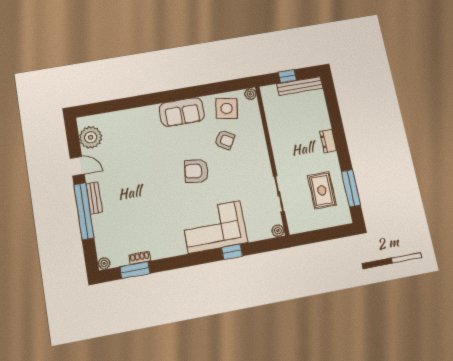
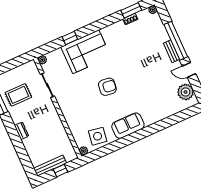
armchair: (225, 140) -> (93, 113), removed
rug: (322, 190) -> (18, 95), turned 90

